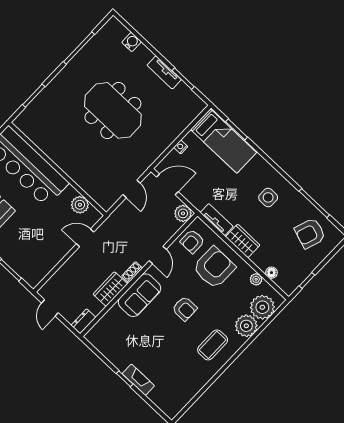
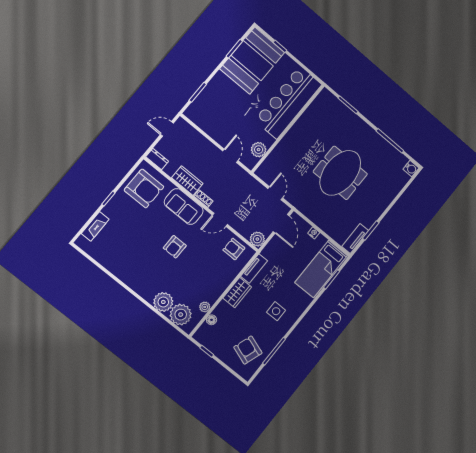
water cooler: (132, 42) -> (411, 169), moved
tv unit: (164, 72) -> (355, 239), moved
door: (132, 189) -> (275, 193), swing flipped
armchair: (214, 268) -> (144, 188), moved
coffee table: (213, 345) -> (144, 274), removed
fireplace: (138, 380) -> (95, 226), moved

